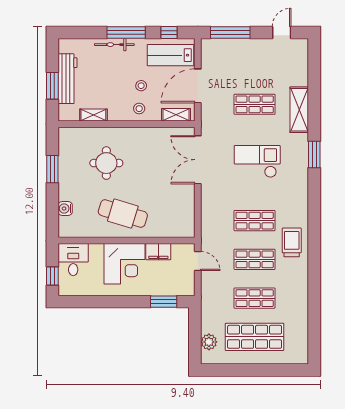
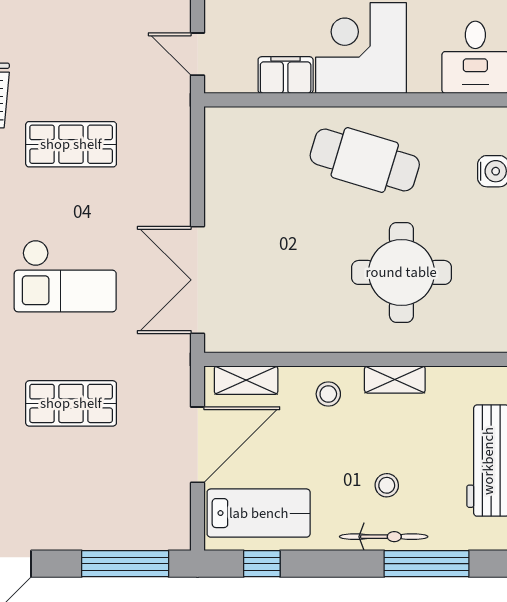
window: (126, 32) -> (426, 564), moved
stool: (141, 86) -> (387, 485), moved
shelving: (93, 115) -> (395, 379), moved
double door: (198, 160) -> (198, 280), swing flipped
round table: (106, 163) -> (401, 272), width x1.36, depth x1.36
shop shelf: (255, 259) -> (71, 58), removed

